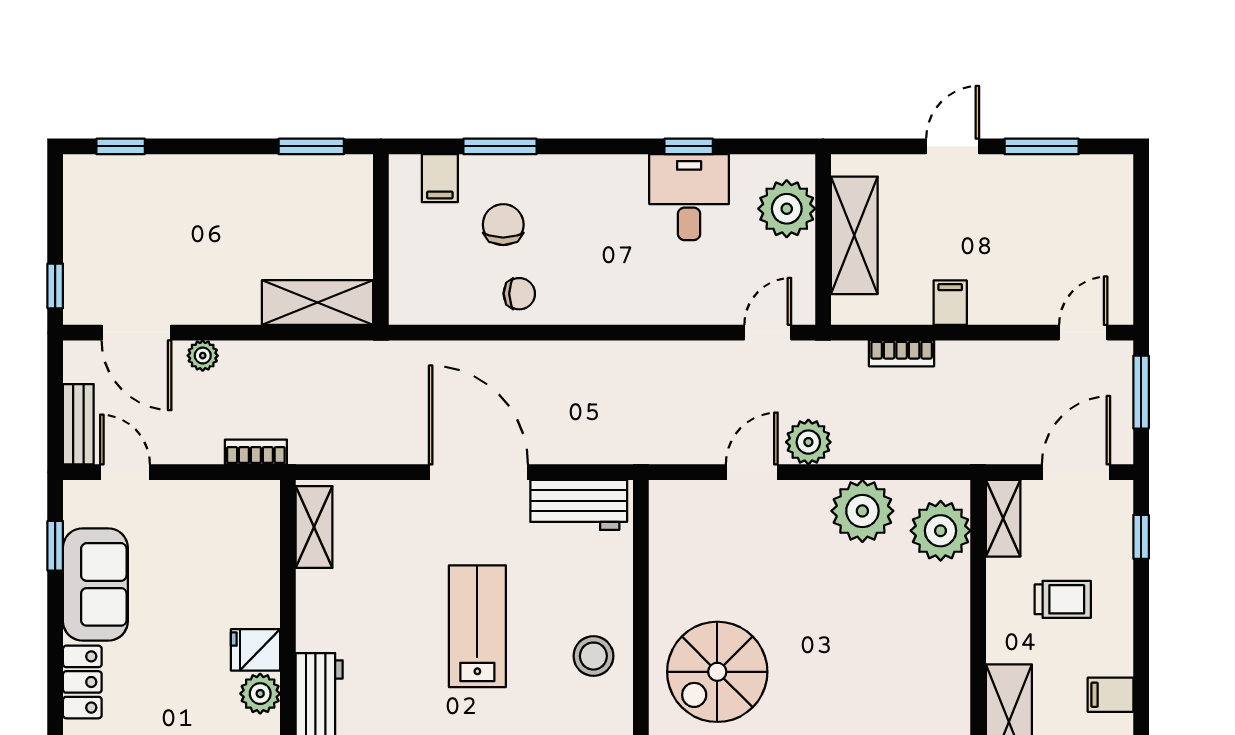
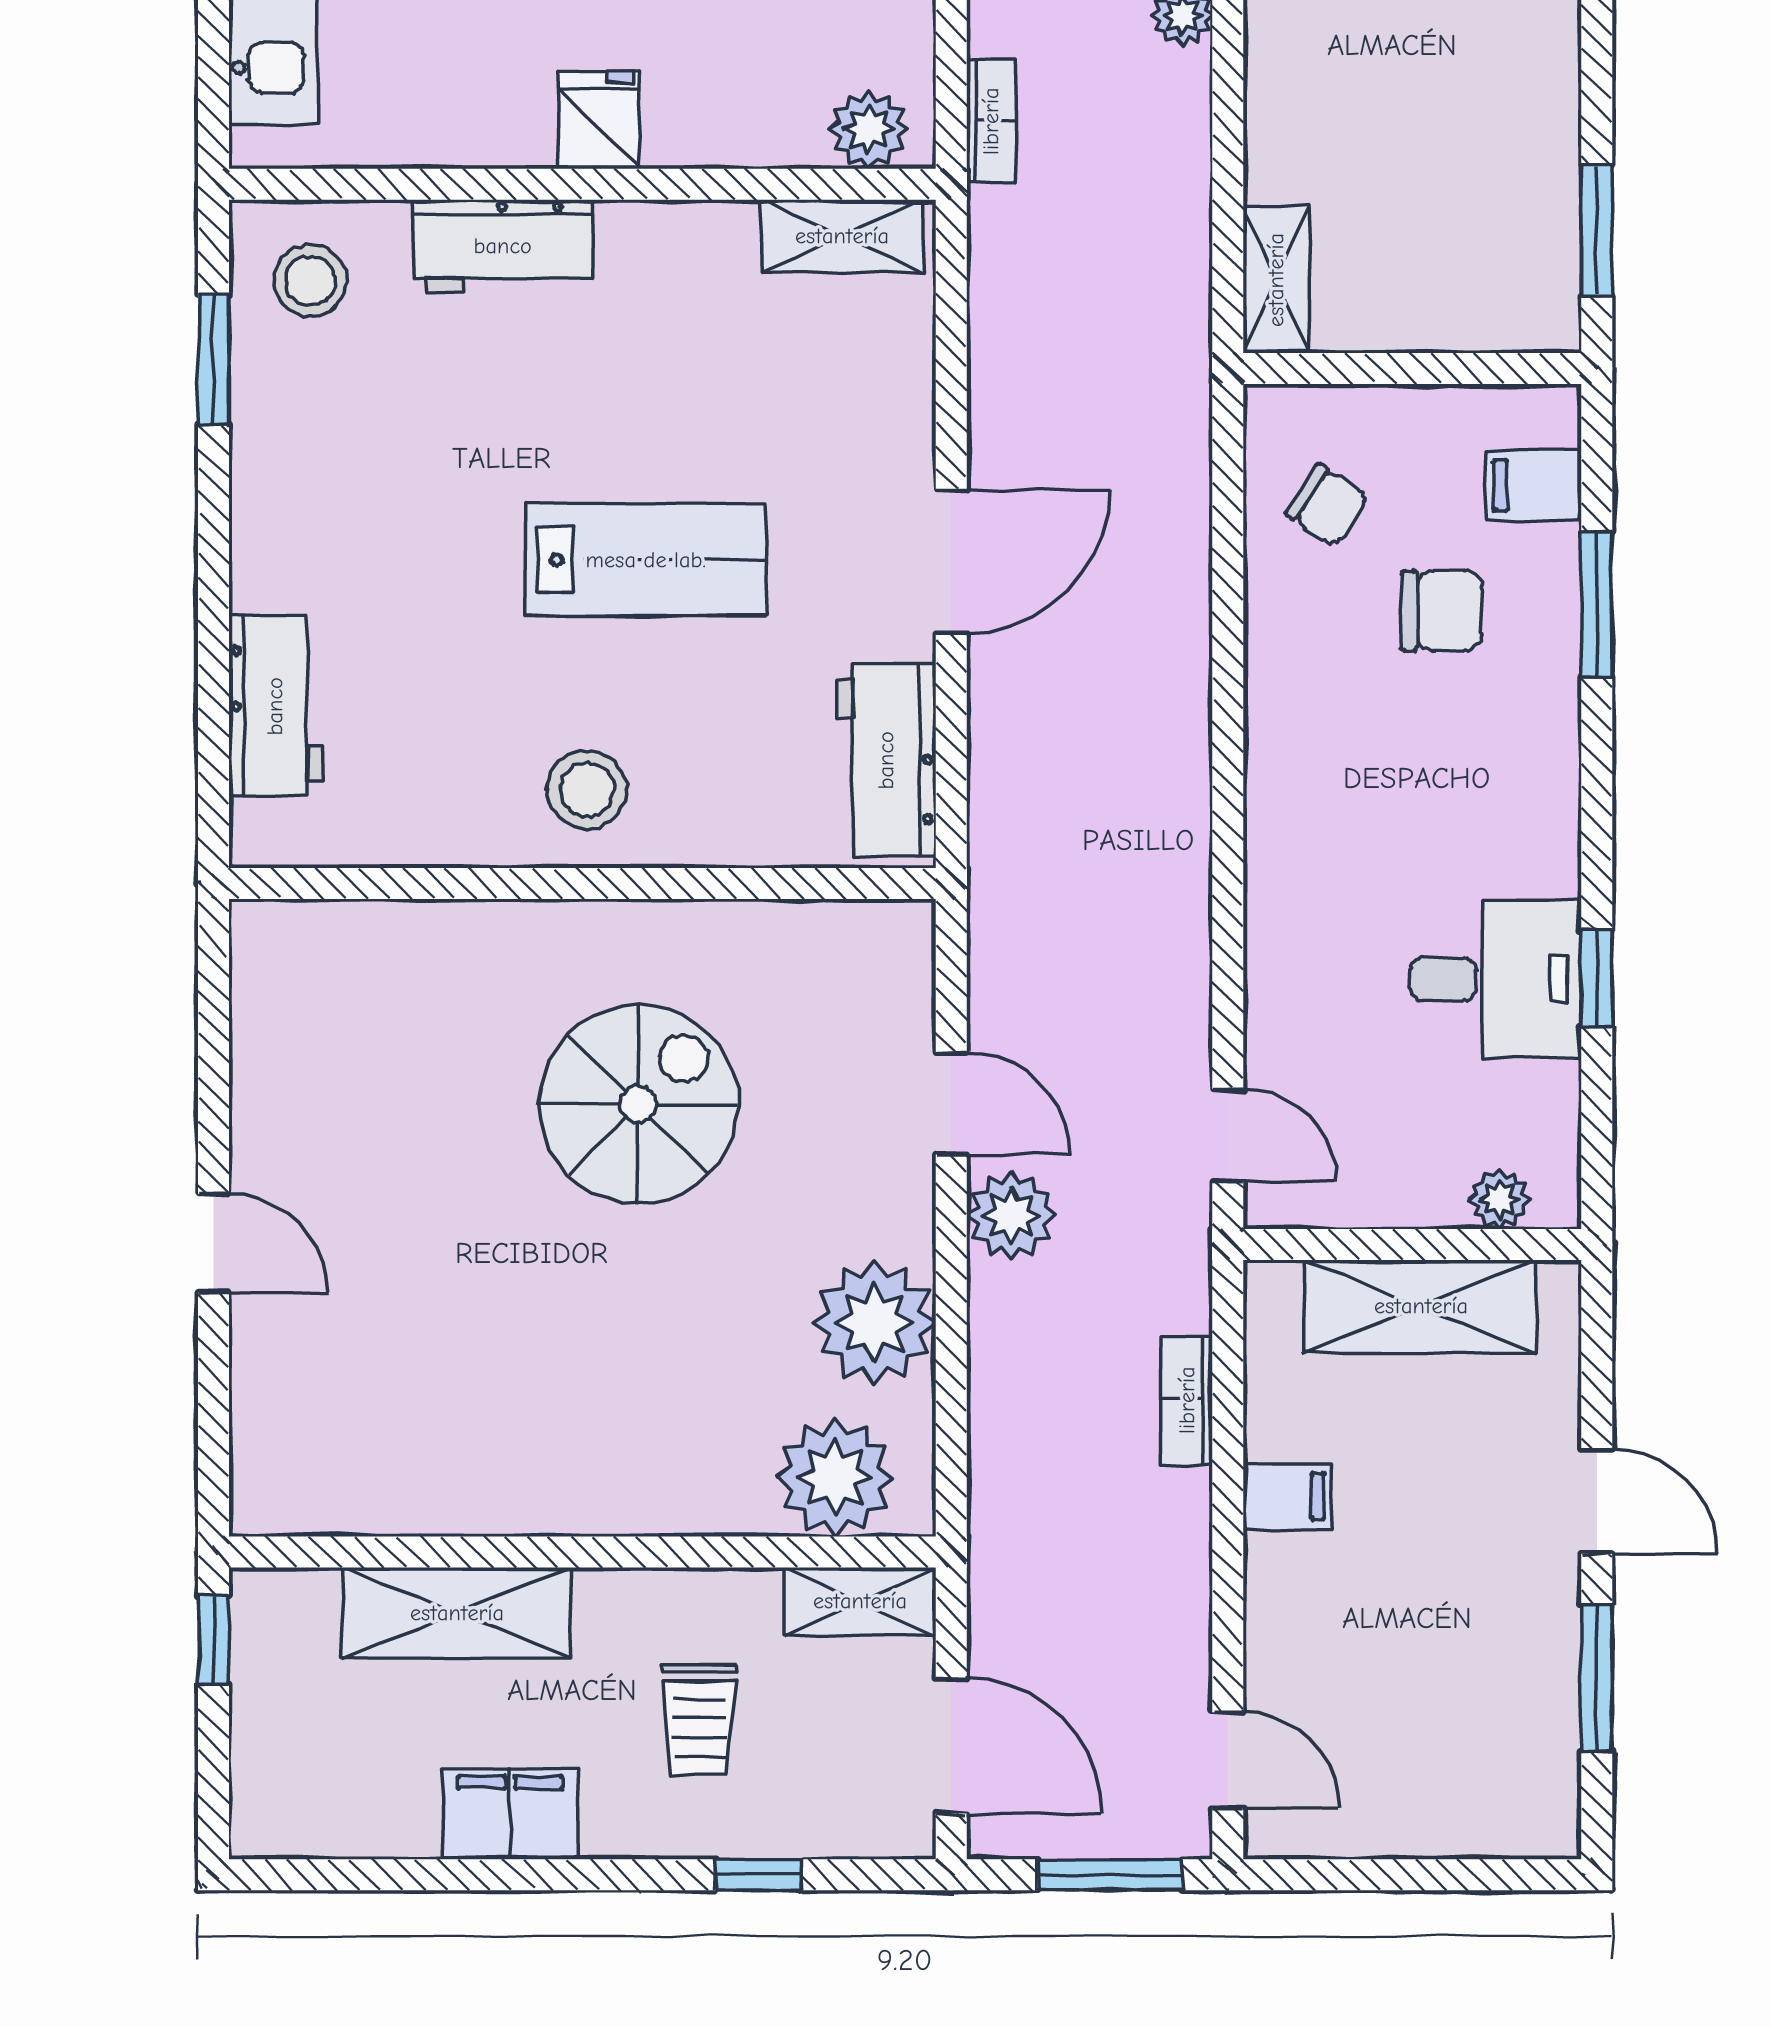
plant: (787, 209) -> (1500, 1199), width x0.53, depth x0.53
chair: (519, 294) -> (1327, 505), moved, turned -56
shelving: (317, 303) -> (1276, 280), width x0.67, depth x0.75
door: (478, 472) -> (951, 562), width x0.73
window: (1141, 537) -> (758, 1875), moved
spiral stairs: (717, 672) -> (638, 1104), moved, turned 90
plant: (260, 694) -> (869, 129), moved
filing cabinet: (1110, 695) -> (510, 1814), width x2.00

